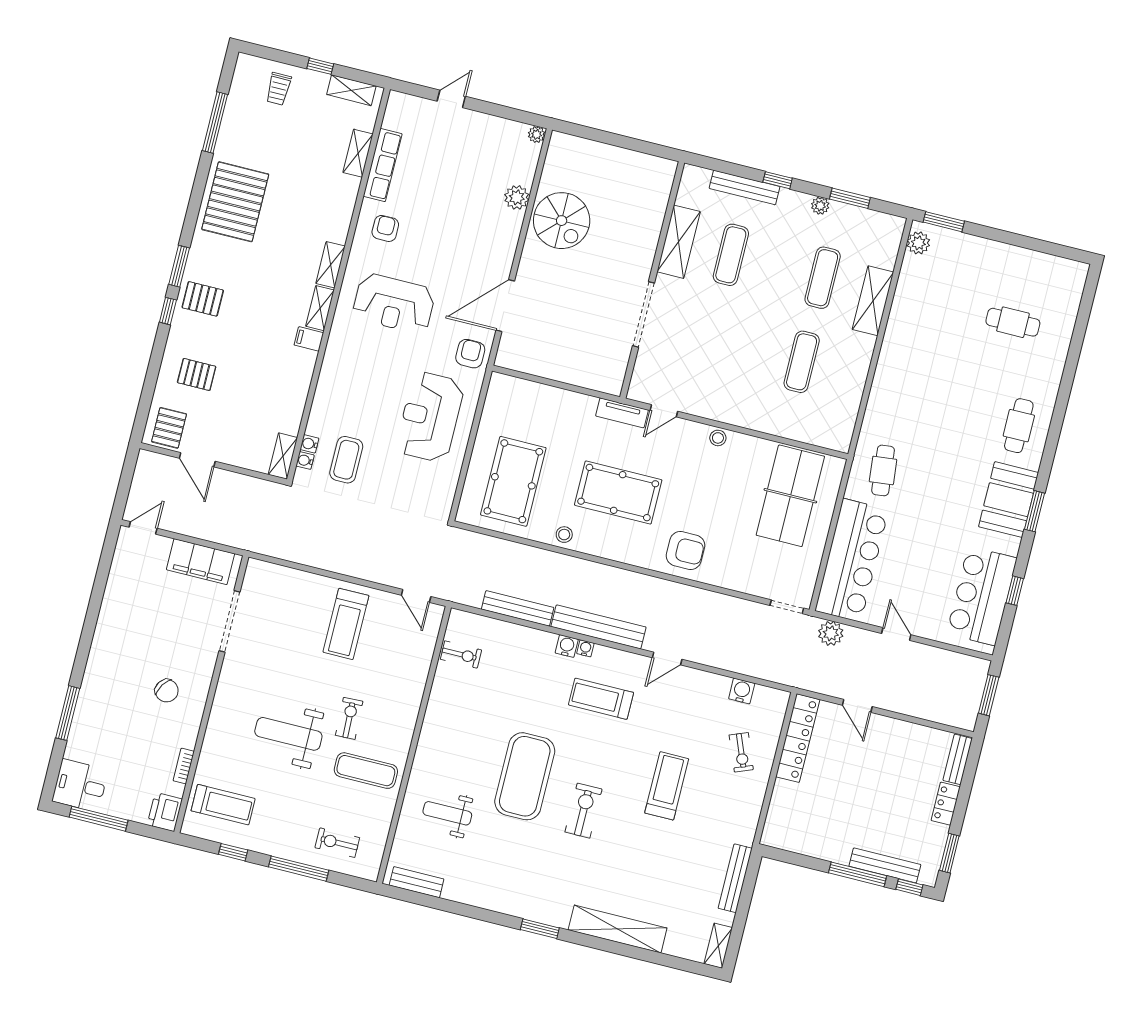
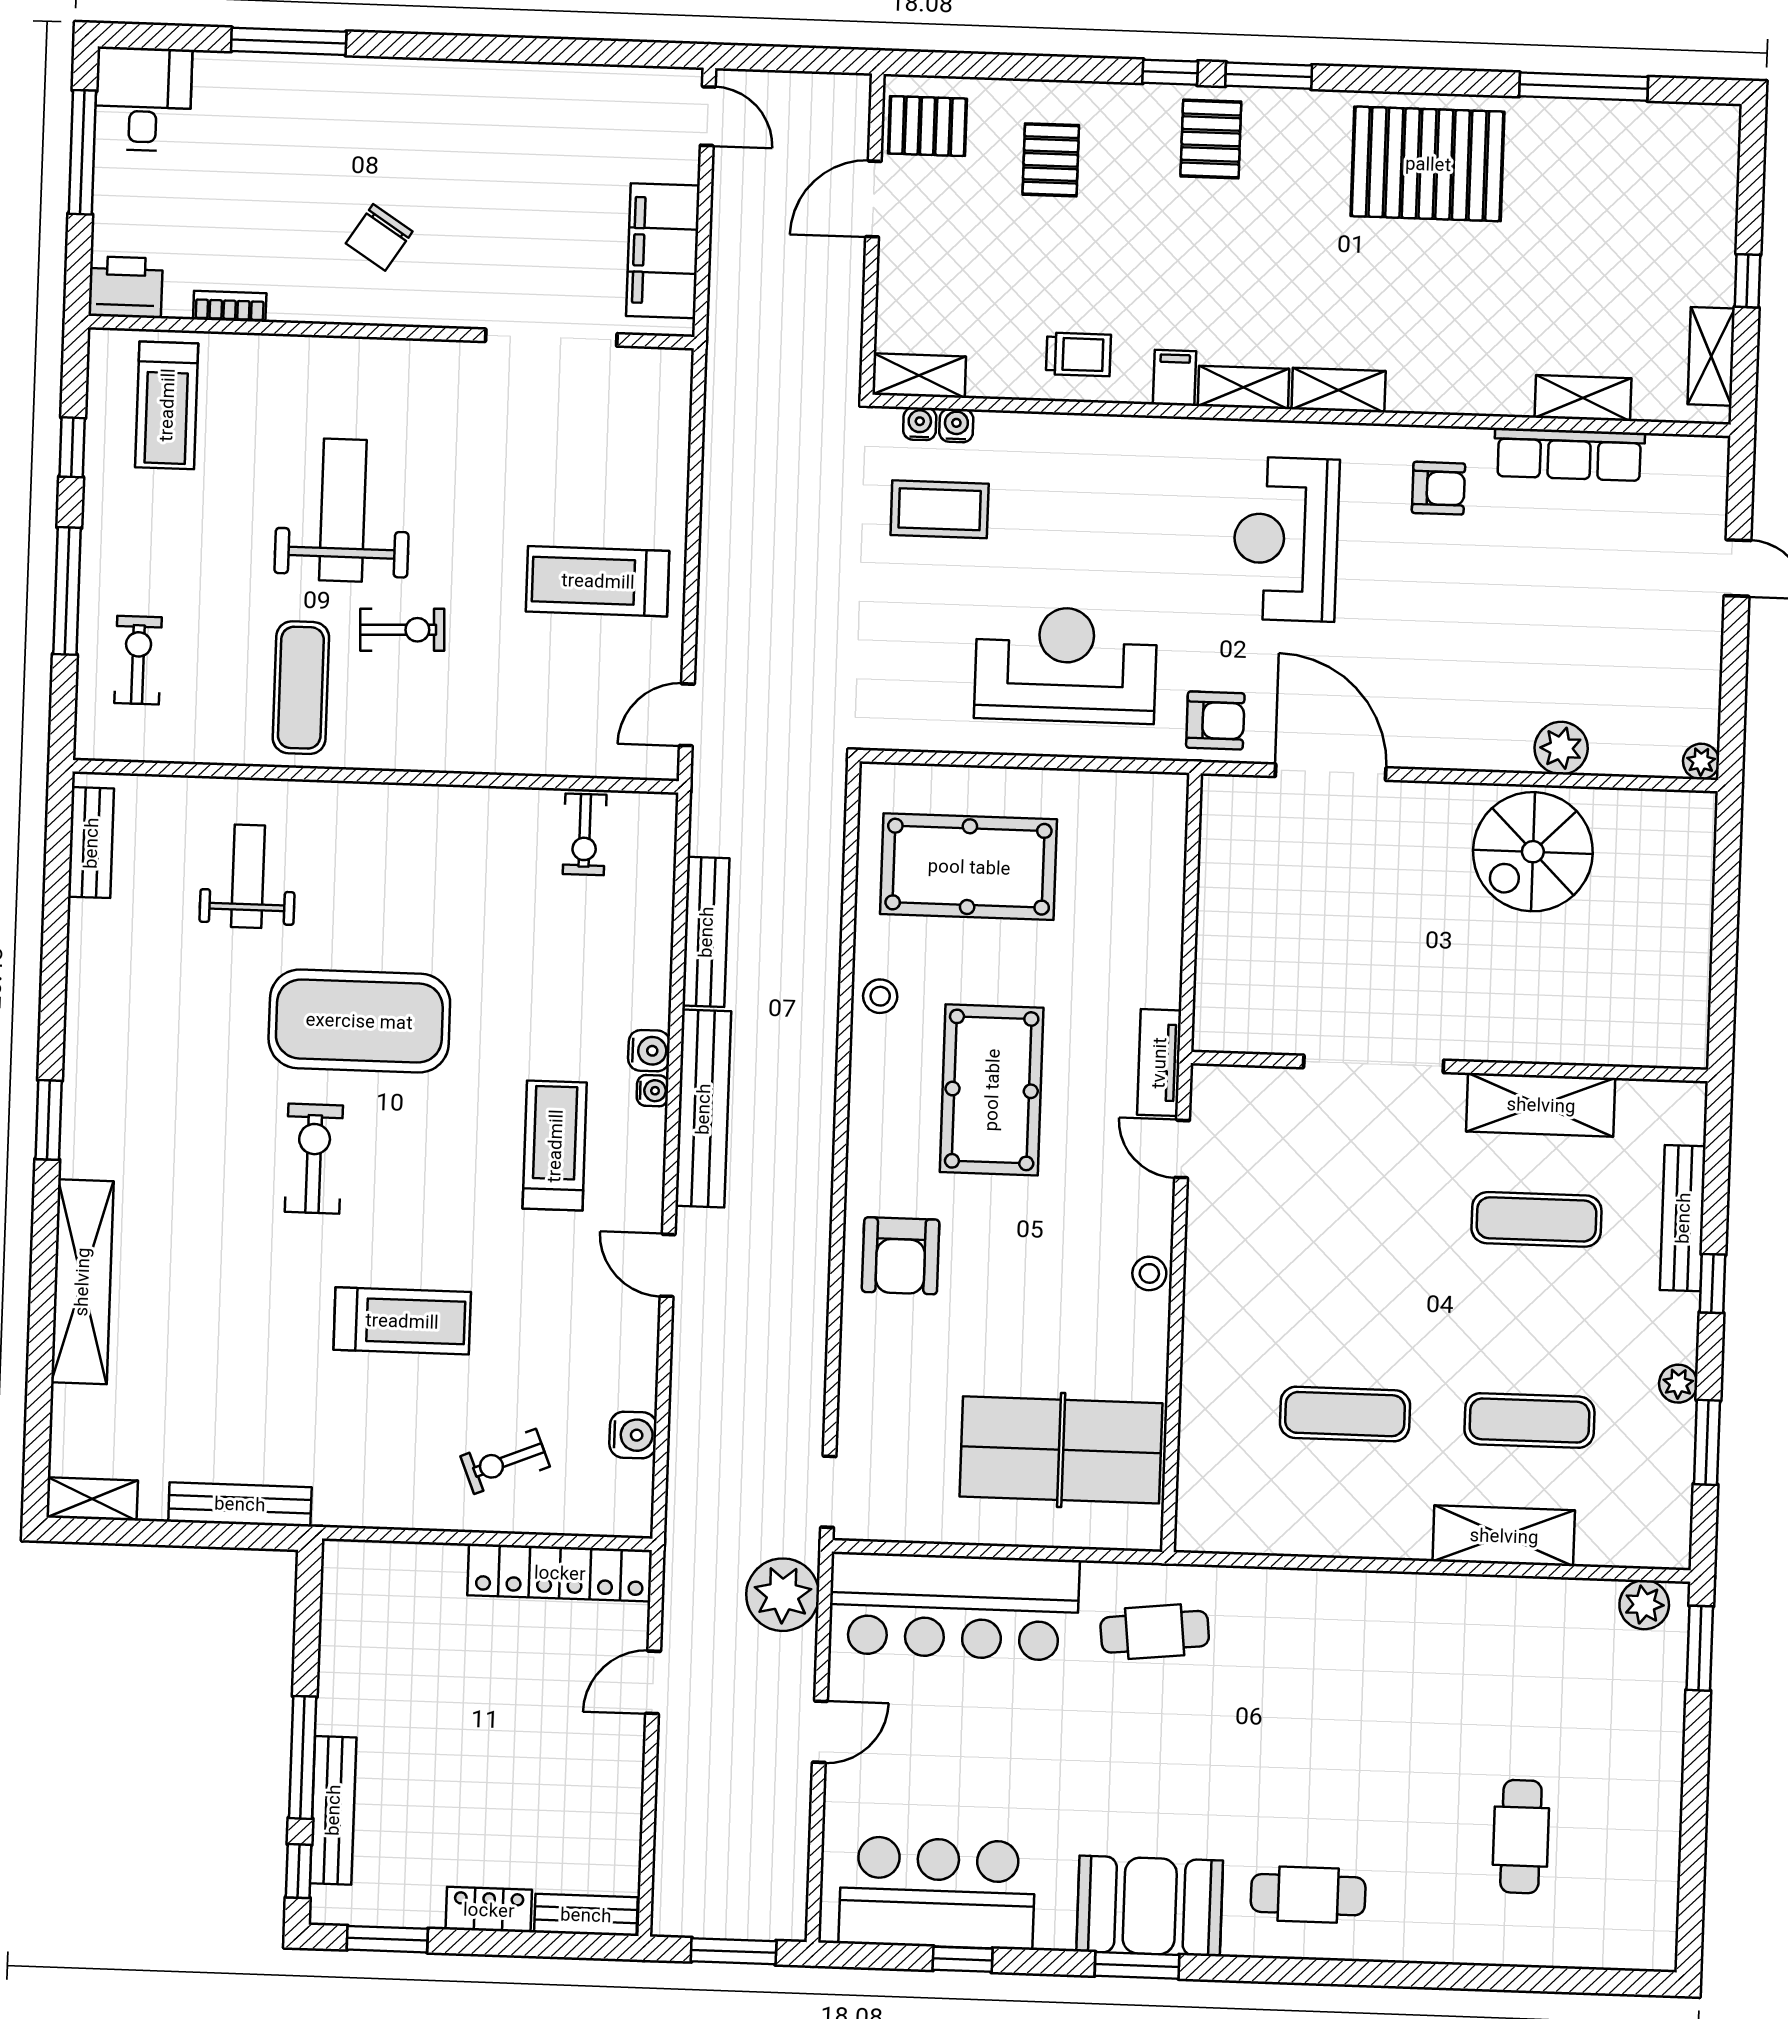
trolley: (279, 89) -> (1079, 354), moved, turned 180
plant: (831, 633) -> (783, 1595), width x1.36, depth x1.36
exercise bike: (584, 811) -> (314, 1159), turned -90

